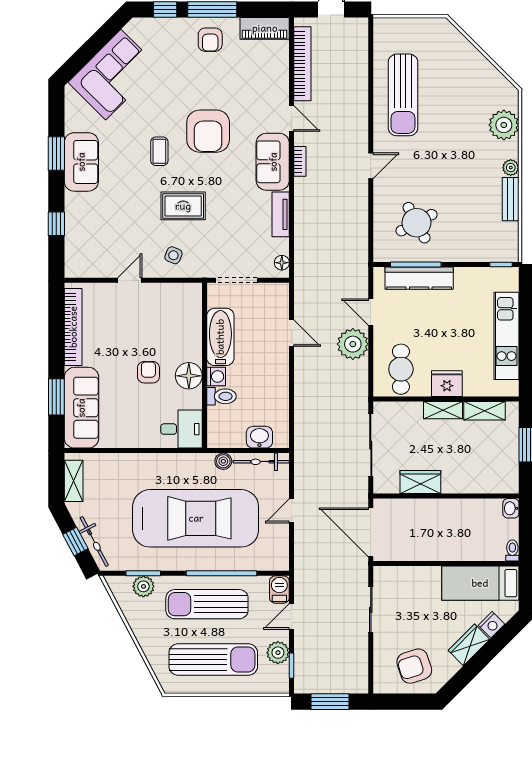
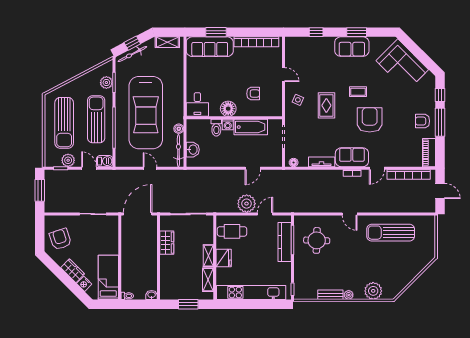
armchair: (208, 131) -> (370, 120), turned 90
round table: (417, 223) -> (317, 240), turned 30
kitchen unit: (507, 336) -> (251, 292), width x1.36
armchair: (148, 372) -> (253, 94), moved

